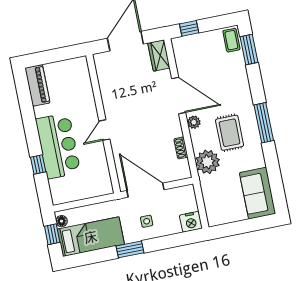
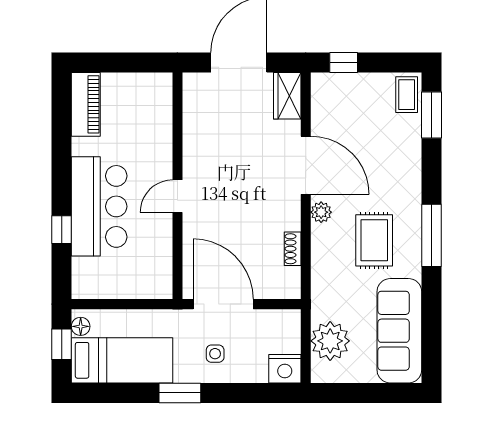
plant: (208, 162) -> (330, 341), moved
sofa: (258, 193) -> (399, 331), width x1.36

